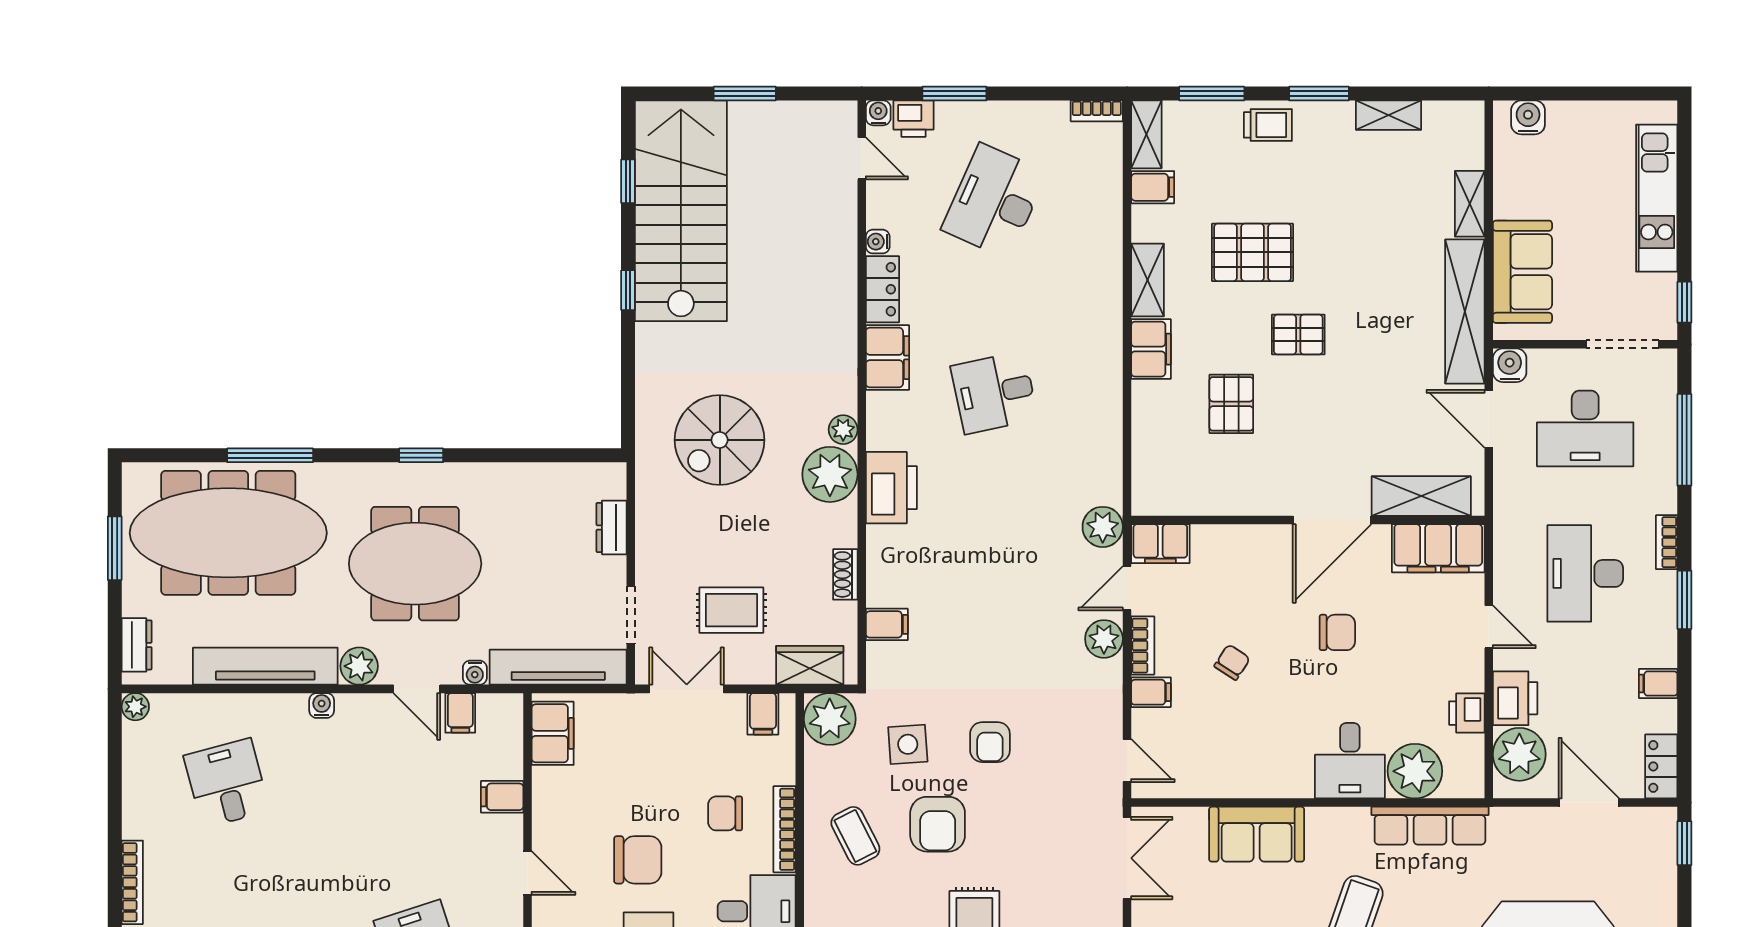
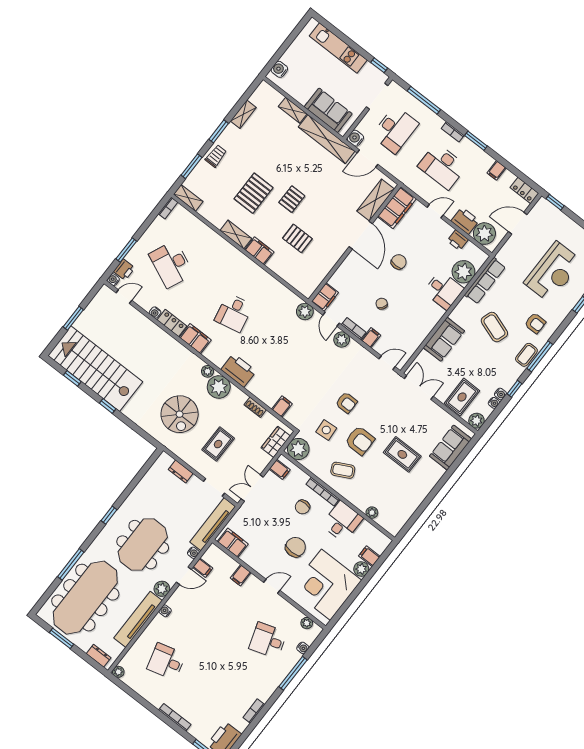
filing cabinet: (1153, 187) -> (207, 209), removed
rug: (731, 610) -> (218, 444), moved

